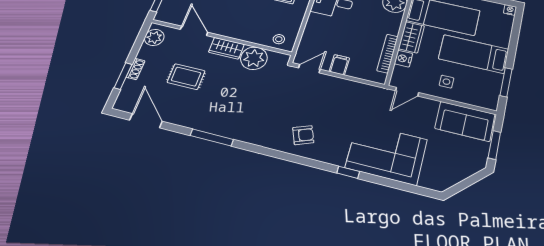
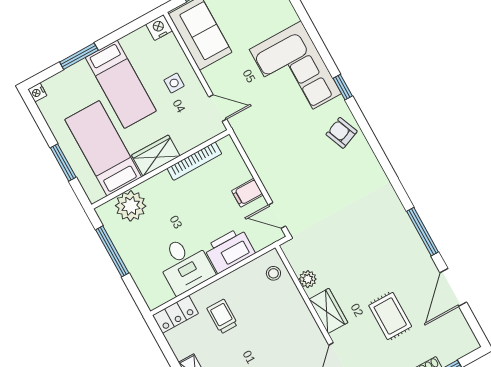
printer: (317, 29) -> (229, 250), added
plant: (254, 58) -> (308, 279), width x0.53, depth x0.53
nightstand: (403, 59) -> (159, 27), moved, turned 180
window: (506, 82) -> (79, 56), moved
door: (146, 121) -> (453, 287), moved
armchair: (303, 135) -> (342, 133), moved

